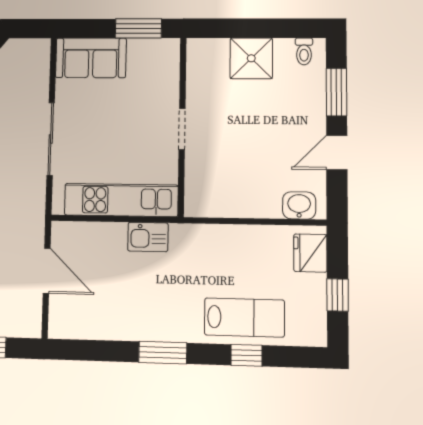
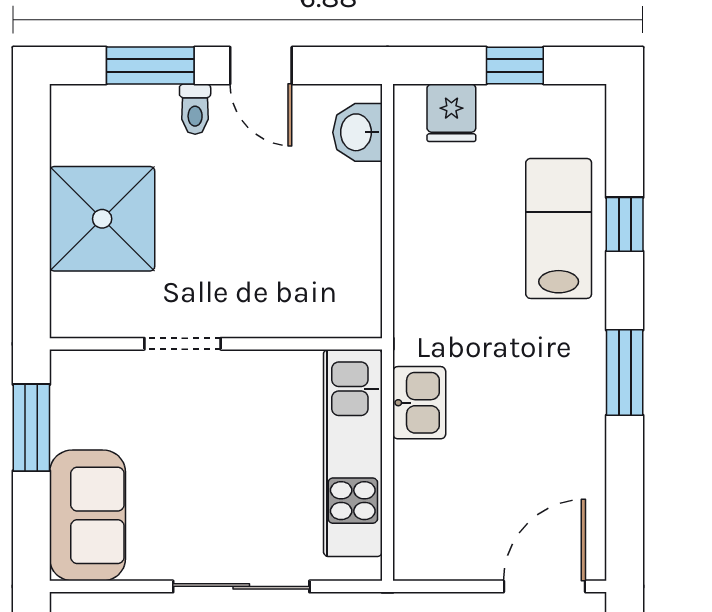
toilet: (304, 51) -> (195, 109), moved, turned 90
shower: (251, 58) -> (102, 219), width x1.37, depth x1.37
doorway: (182, 129) -> (182, 344), moved
fridge: (310, 253) -> (451, 113), width x0.72
door: (47, 271) -> (545, 586), moved

